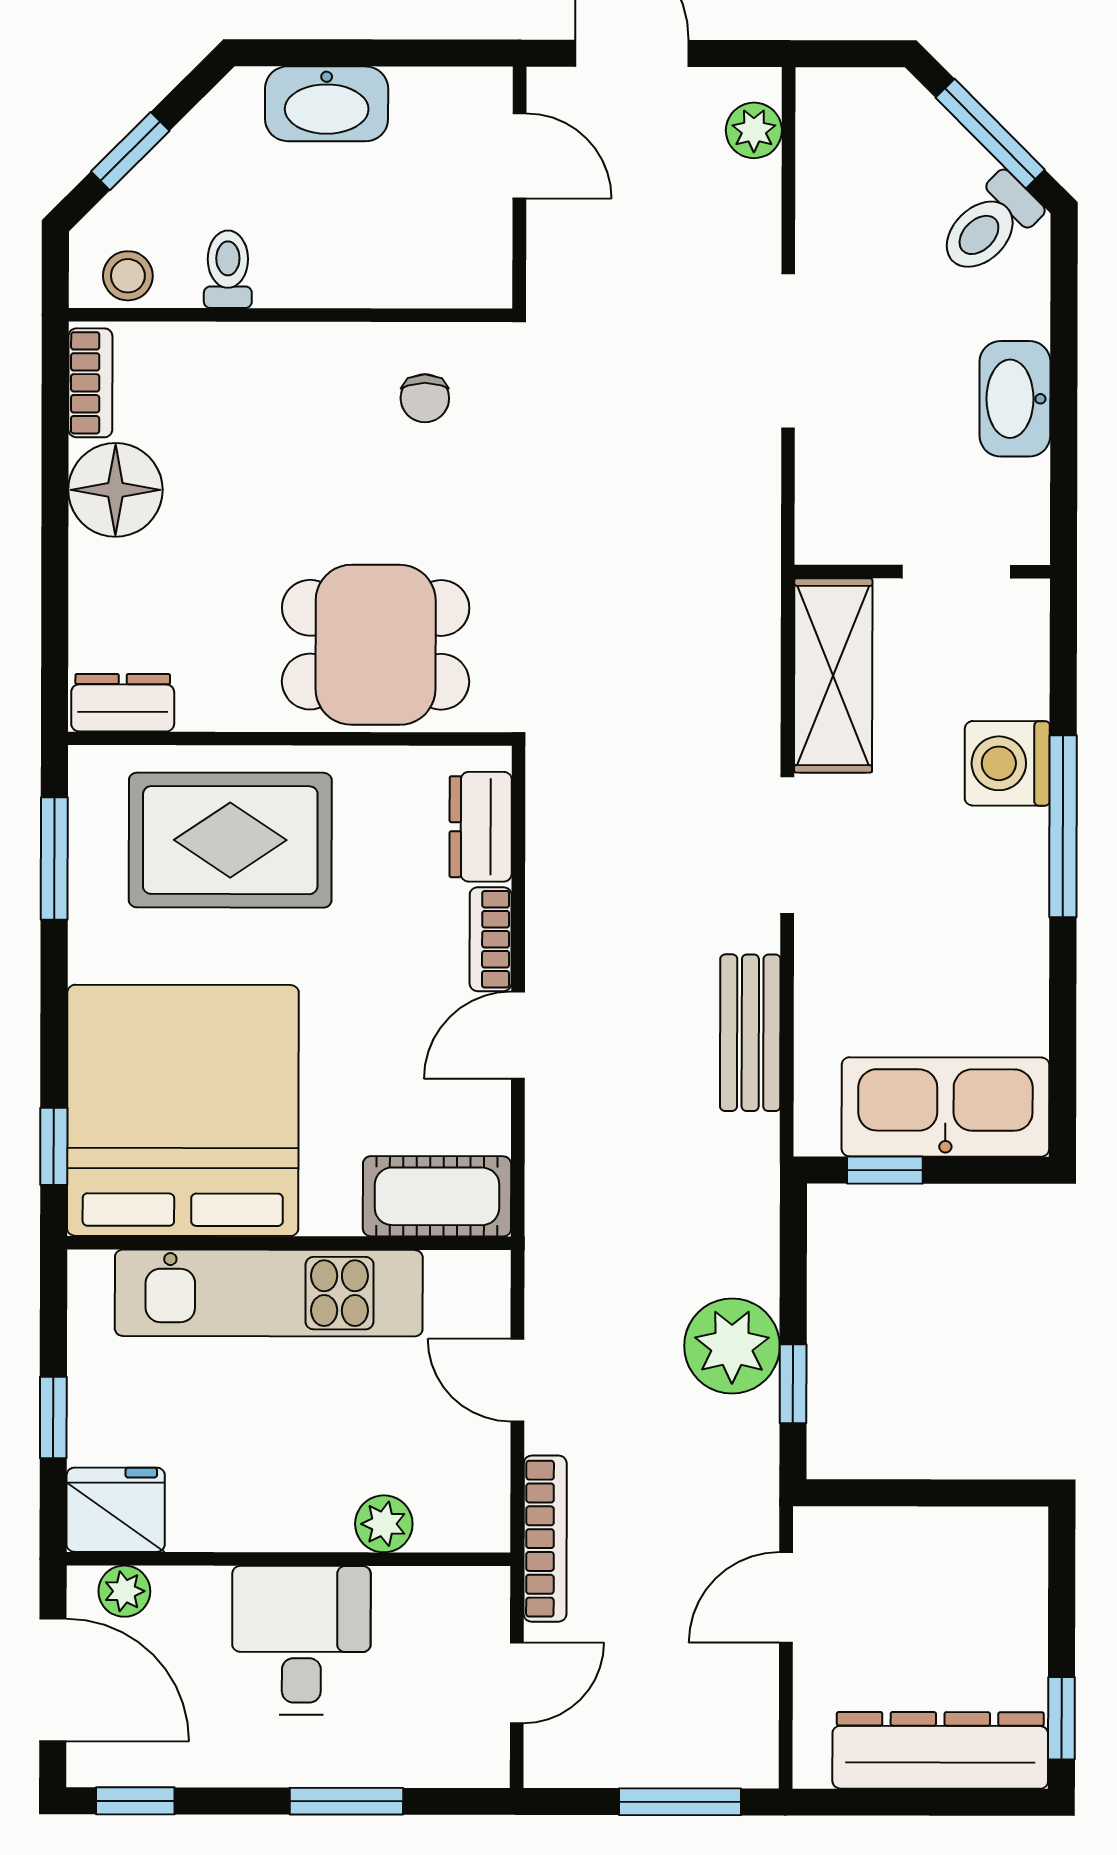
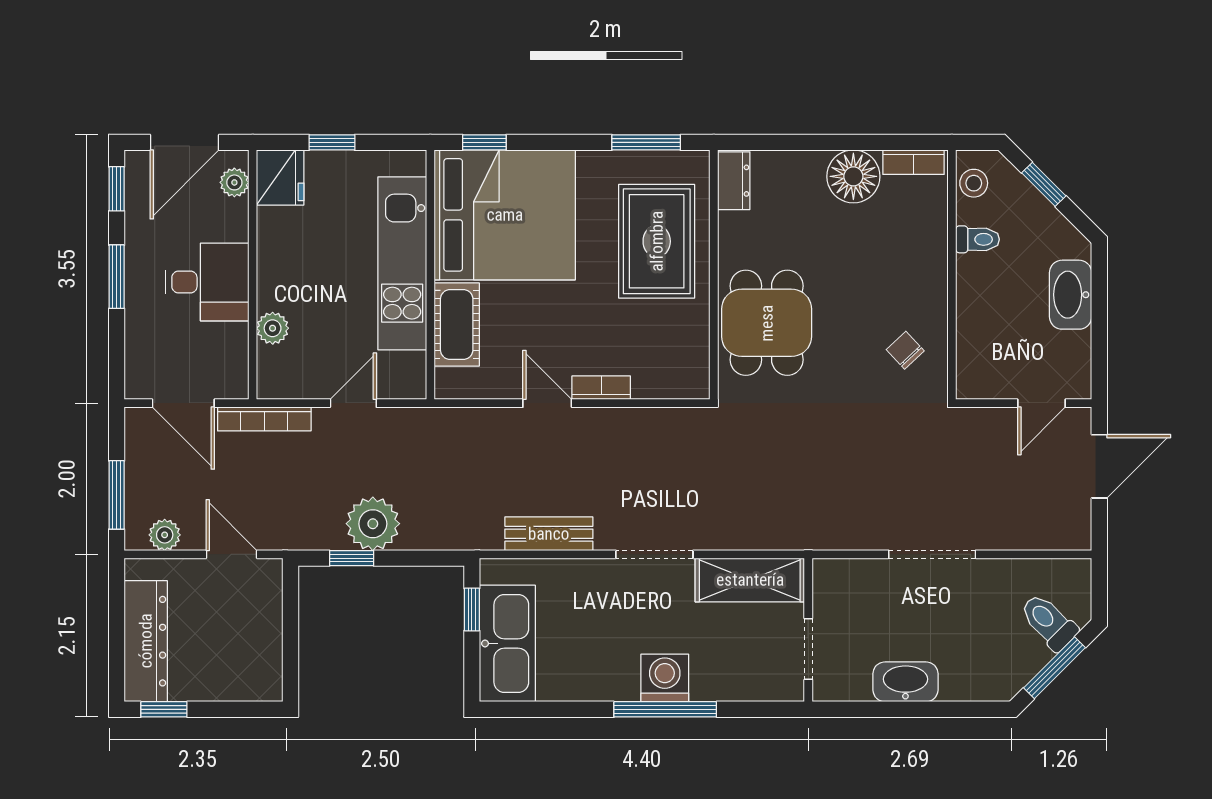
plant: (754, 130) -> (165, 535), moved
toilet: (989, 225) -> (1049, 622), moved
chair: (425, 398) -> (905, 350), turned 47
washing machine: (1007, 763) -> (665, 678), moved
dresser: (481, 827) -> (664, 382), removed
cot: (437, 1196) -> (457, 324), moved
door: (517, 1683) -> (183, 403), width x1.38
window: (346, 1801) -> (117, 277), moved

